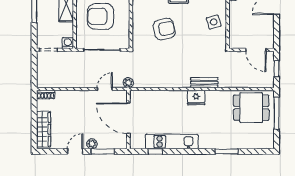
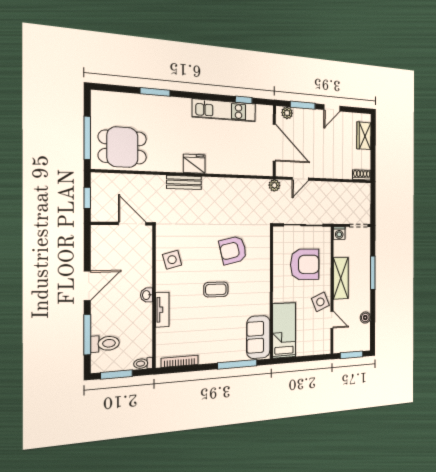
door: (256, 50) -> (132, 224), moved
wardrobe: (44, 129) -> (364, 136), width x0.67
plant: (92, 144) -> (287, 113), moved

